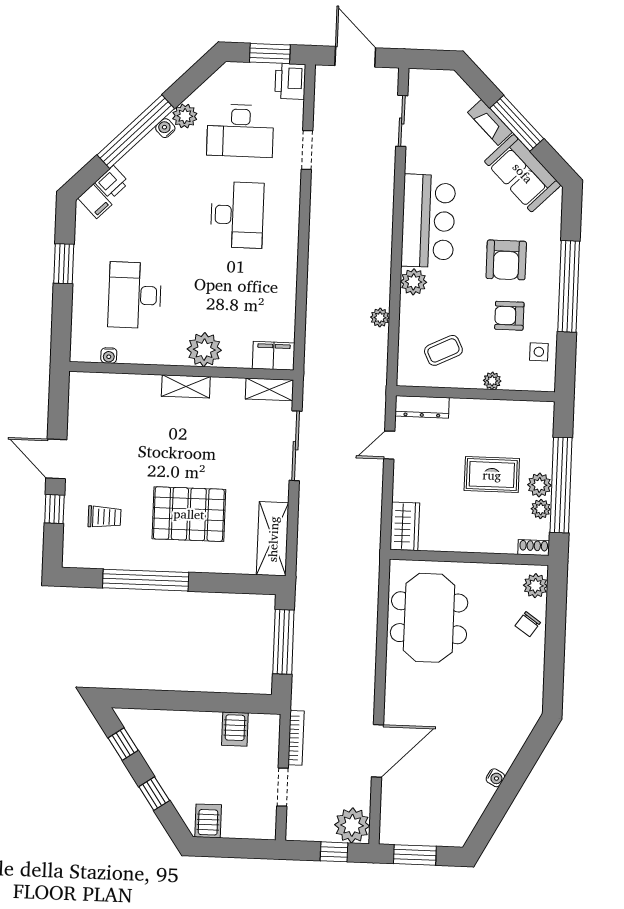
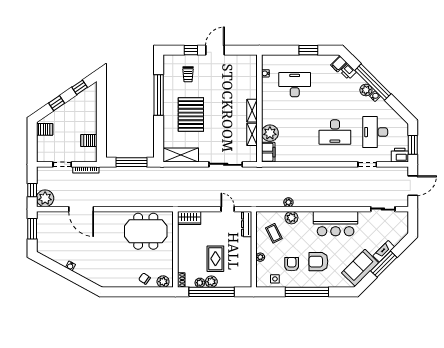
plant: (185, 116) -> (366, 90), moved
plant: (414, 282) -> (291, 218), moved
plant: (204, 350) -> (270, 133), moved
shelving: (269, 389) -> (252, 134), moved

